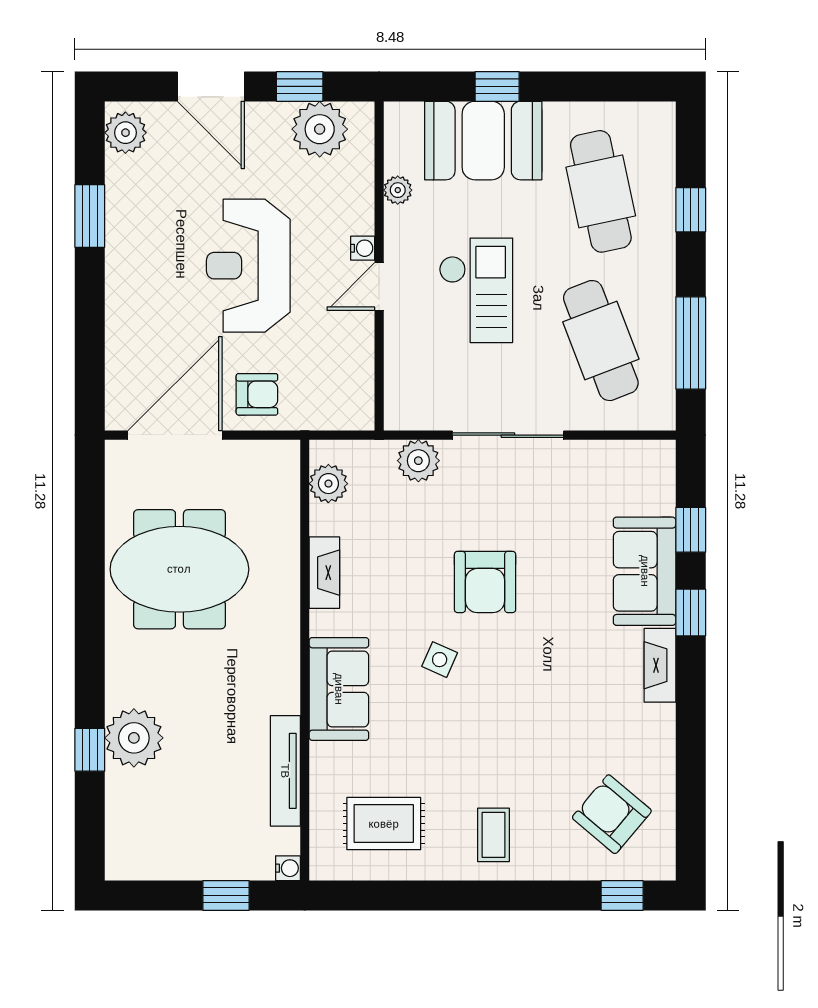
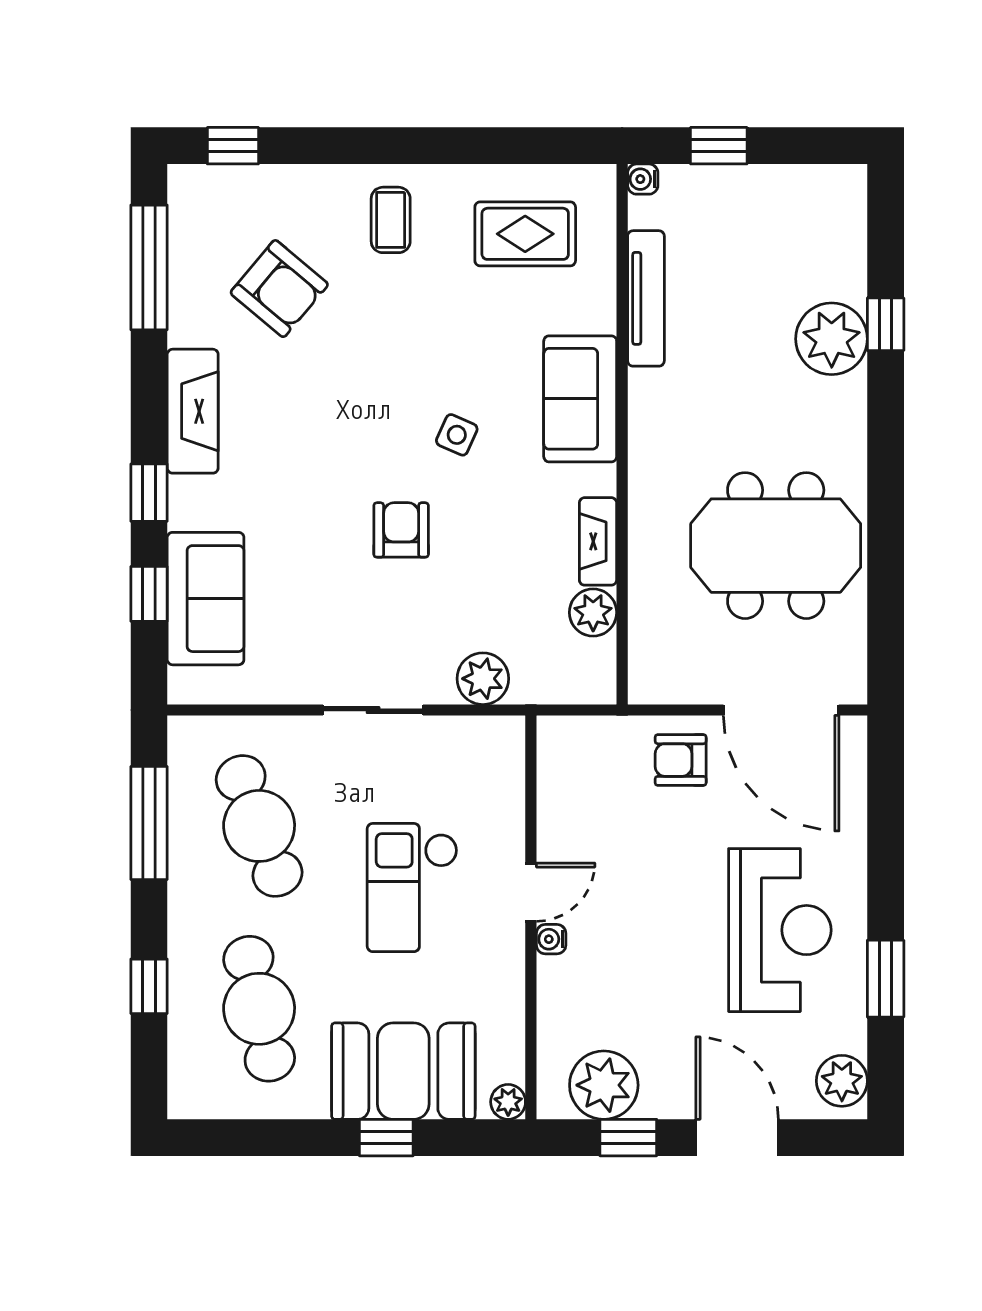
plant: (398, 190) -> (508, 1102), moved
reception desk: (248, 266) -> (780, 930), moved
door: (175, 435) -> (781, 710), hinge flipped
sliding door: (508, 435) -> (373, 710), width x0.73
plant: (328, 484) -> (593, 612), moved
sofa: (645, 571) -> (206, 599), moved
armchair: (485, 582) -> (401, 530), width x0.72, depth x0.72
fireplace: (660, 665) -> (193, 411), width x1.37, depth x1.32
window: (691, 796) -> (149, 267), added
armchair: (612, 814) -> (279, 289), moved

